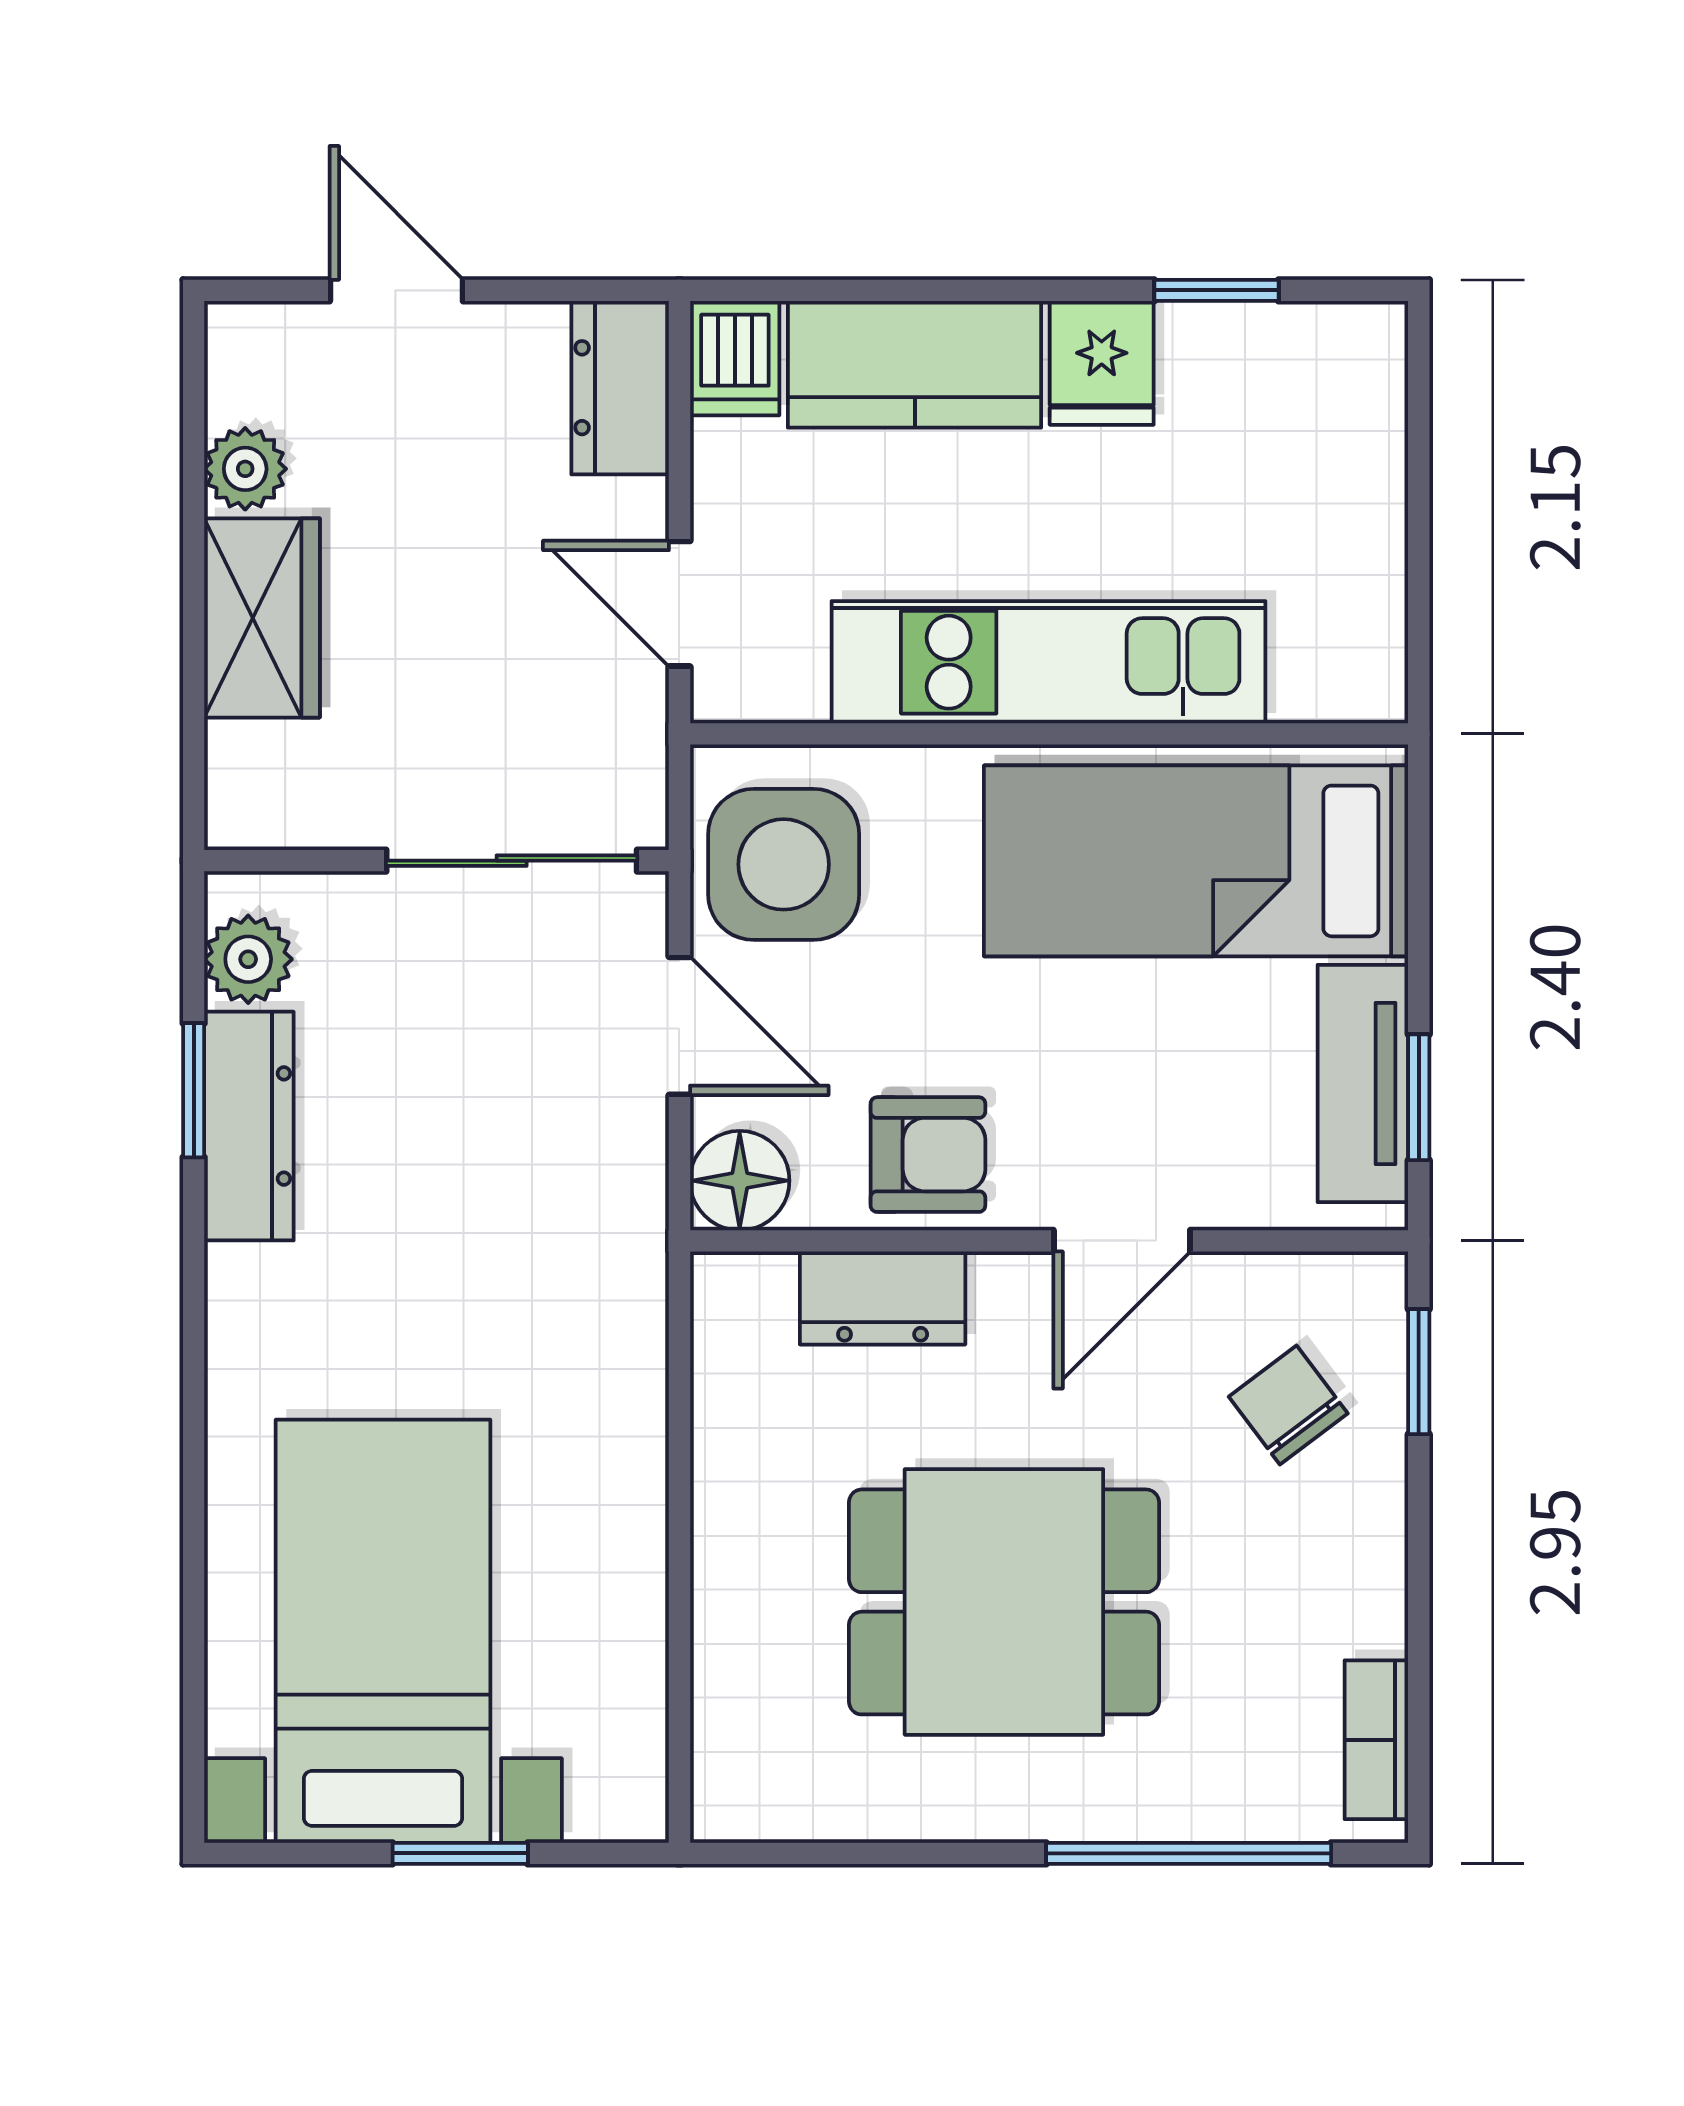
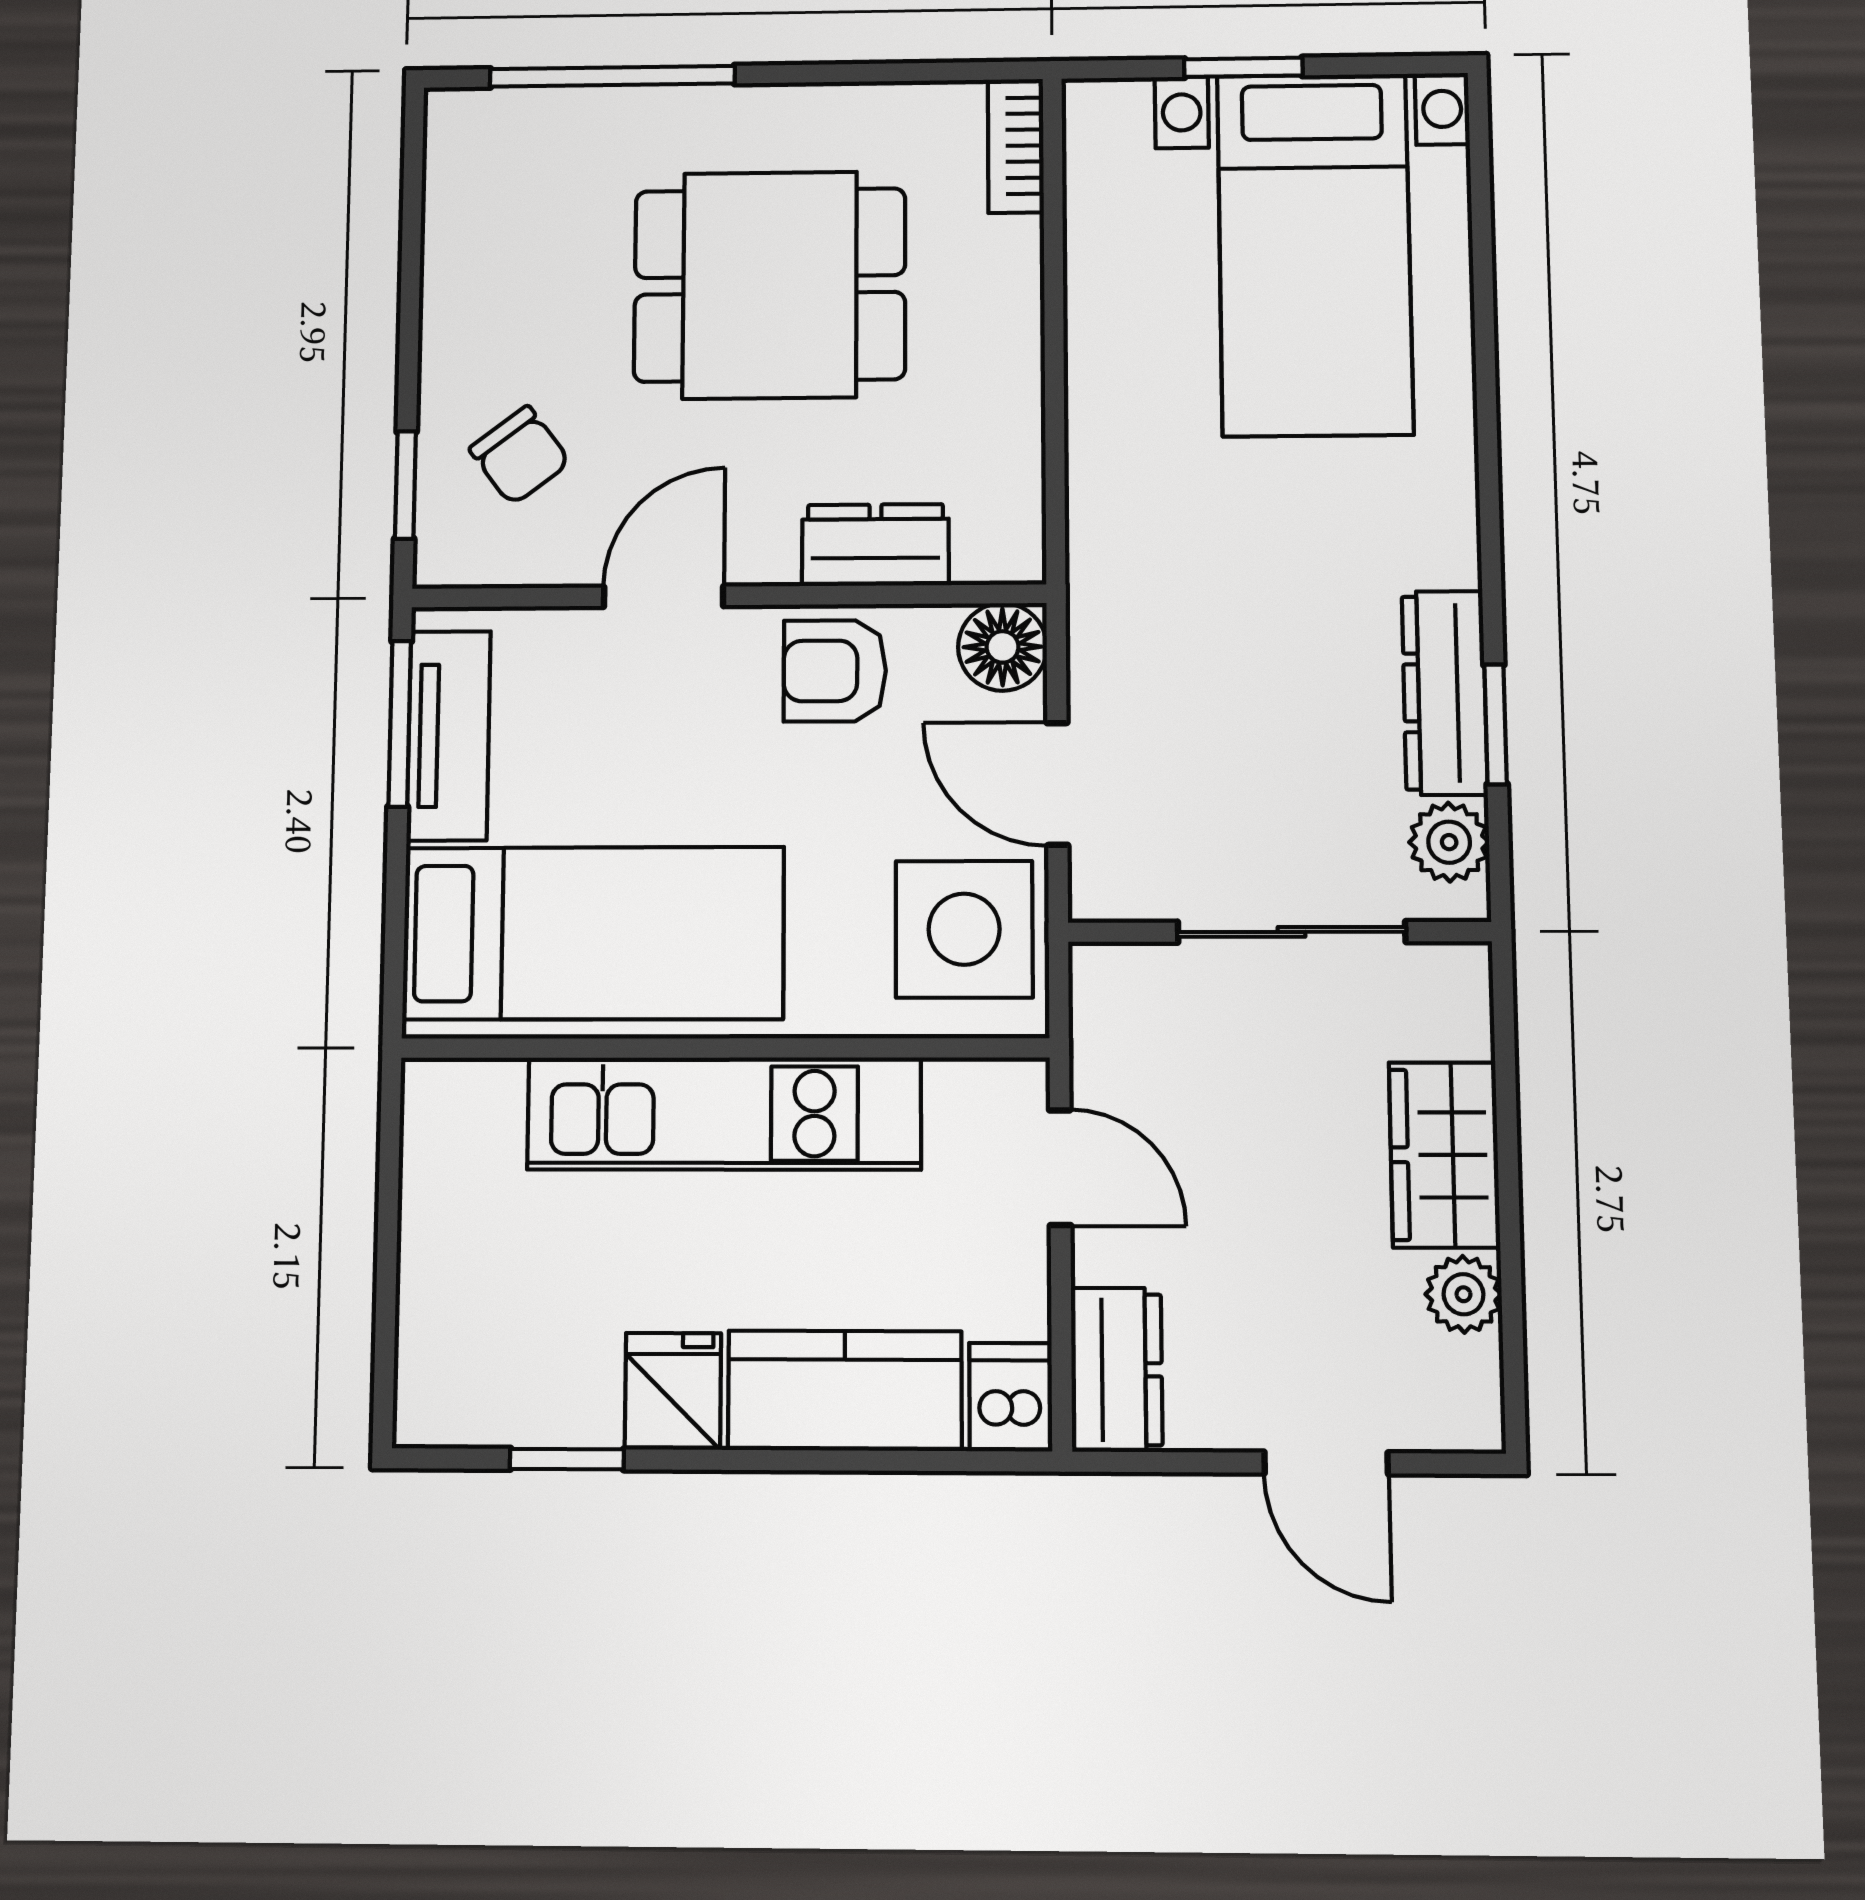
sliding door: (512, 861) -> (1291, 932), moved
window: (1419, 1097) -> (400, 724), width x1.50
bookcase: (1376, 1740) -> (1016, 146), moved, turned 180

